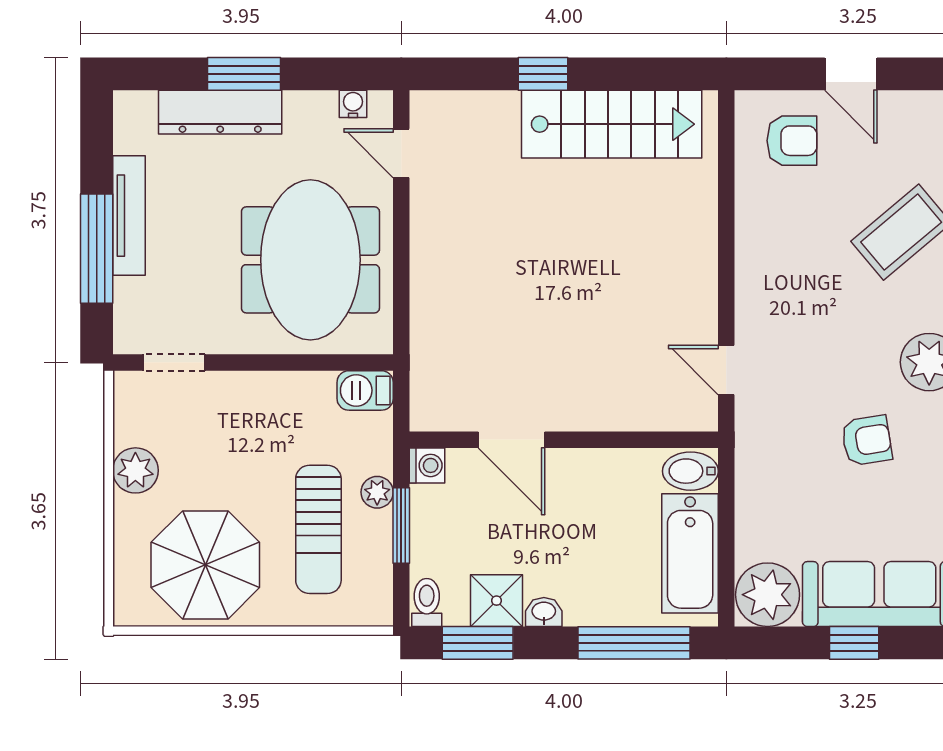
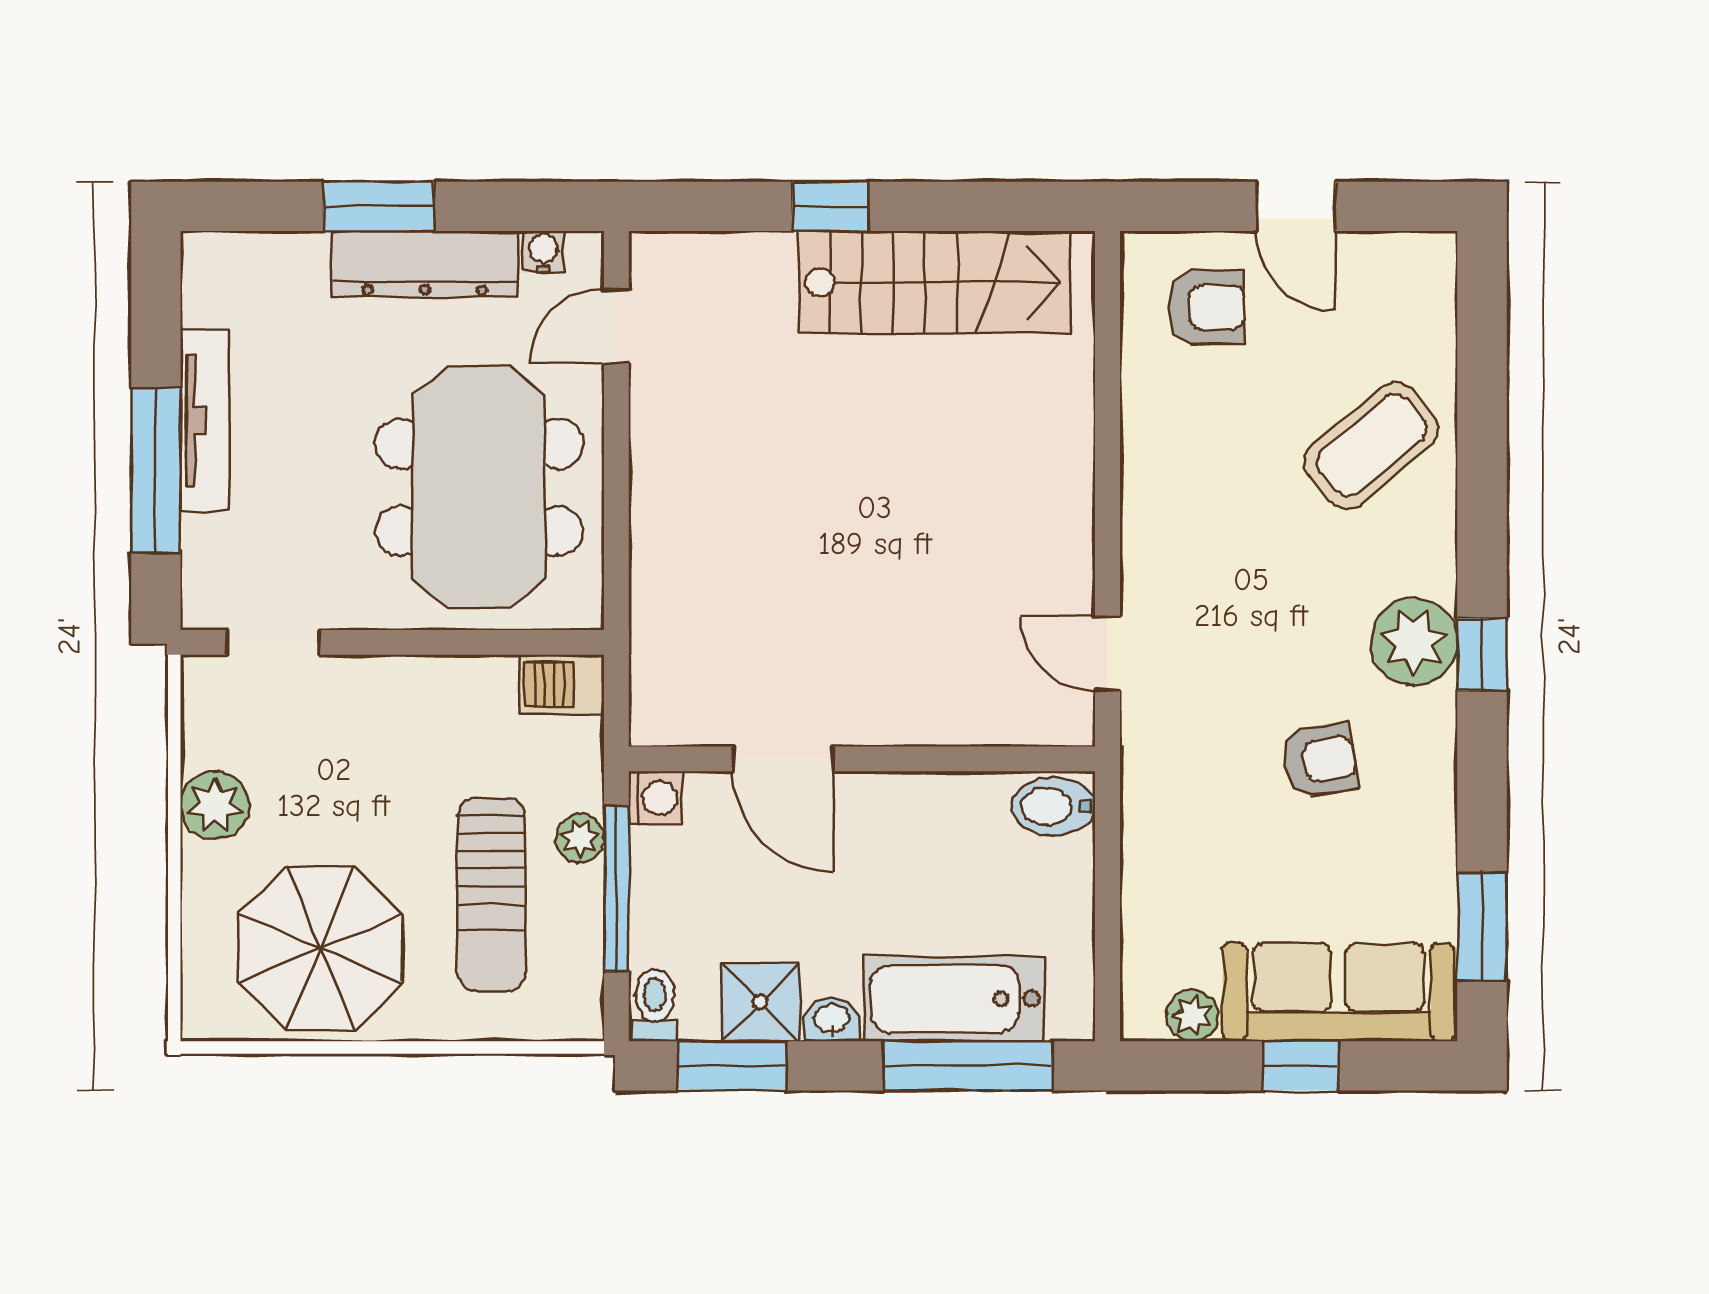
dresser: (220, 112) -> (425, 264), moved
door: (401, 153) -> (616, 326), hinge flipped
window: (401, 526) -> (616, 889), width x1.44
bathtub: (690, 553) -> (954, 999), moved, turned 90
plant: (768, 595) -> (1192, 1016), width x0.53, depth x0.53

